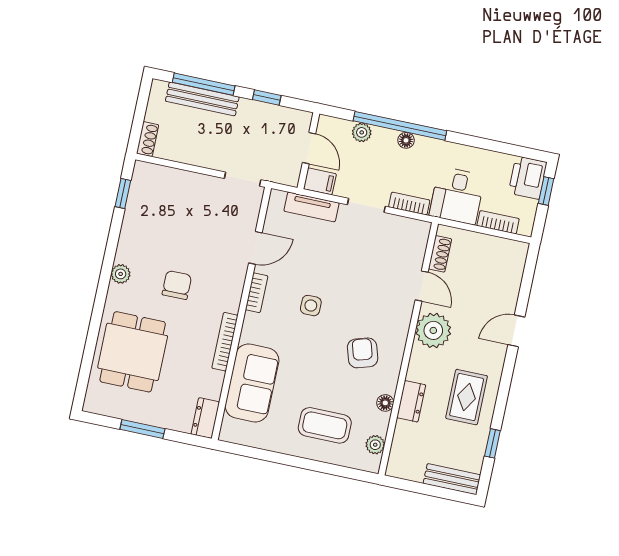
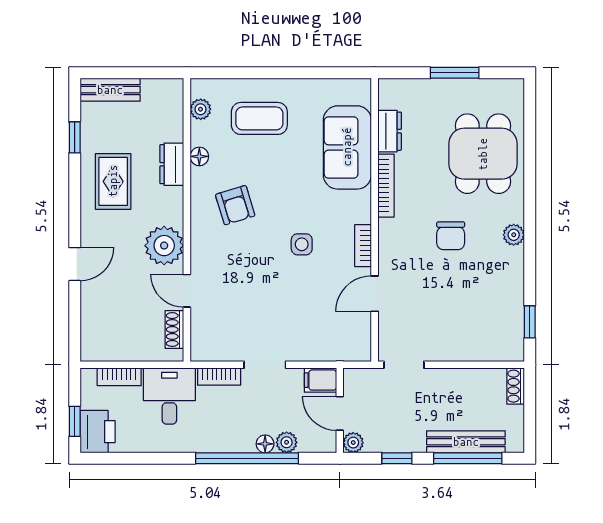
plant: (302, 120) -> (353, 443), added
floor lamp: (406, 140) -> (265, 444), moved
tv unit: (311, 207) -> (324, 351), removed
dresser: (205, 418) -> (390, 131), moved

